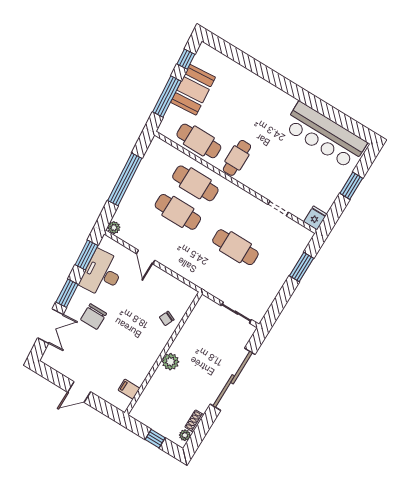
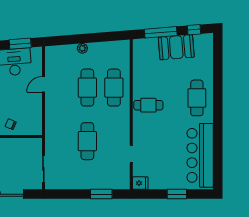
cafe table: (199, 141) -> (197, 98), moved
window: (125, 179) -> (87, 38), removed
plant: (114, 228) -> (82, 48), moved

